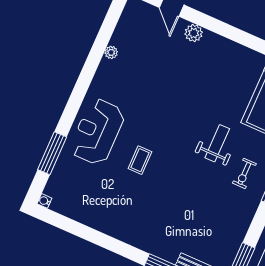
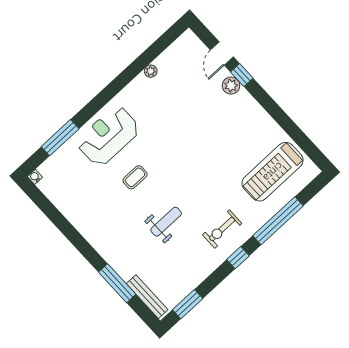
window: (200, 19) -> (242, 75), added
weight bench: (217, 143) -> (166, 222), moved
exercise bike: (244, 173) -> (222, 229), width x1.38, depth x1.39

